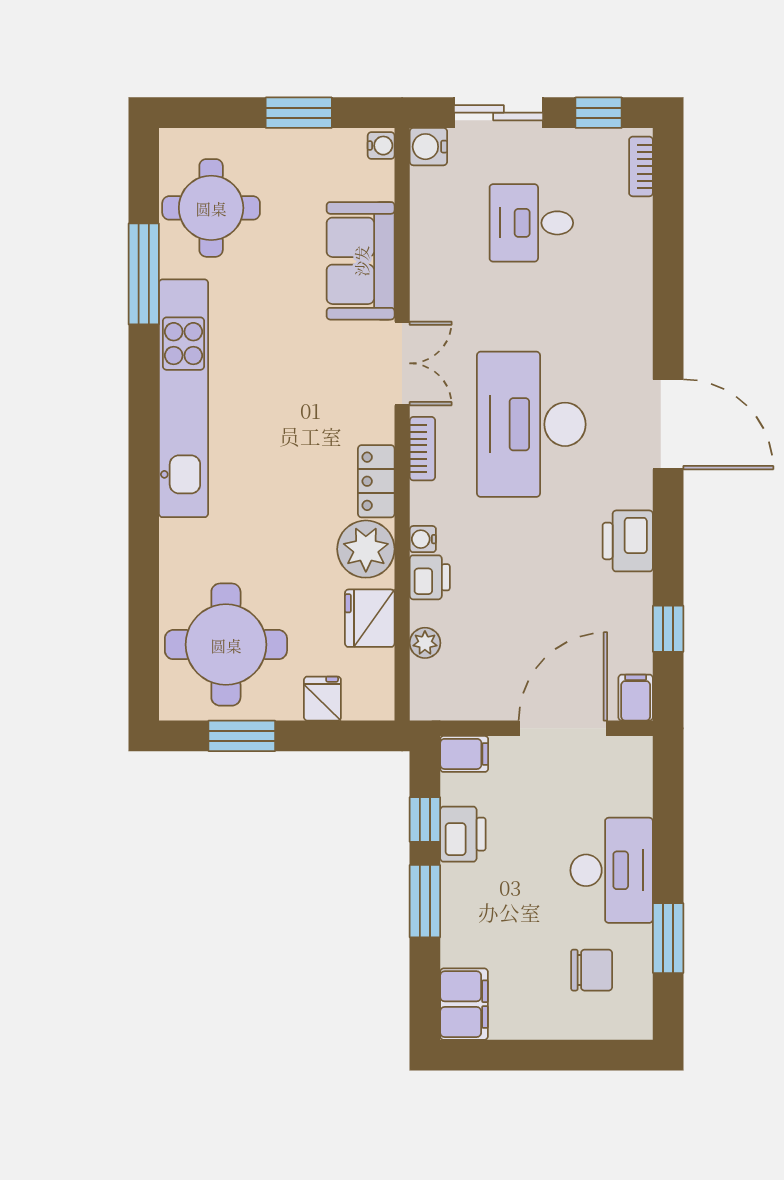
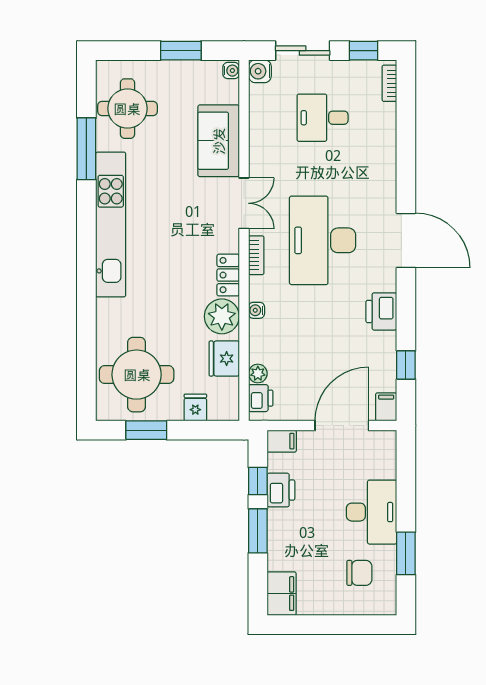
printer: (430, 577) -> (261, 398), moved

